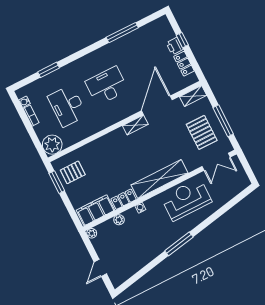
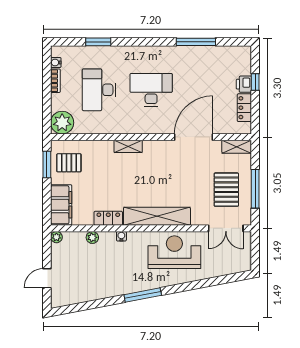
shelving: (135, 125) -> (128, 146), moved
filing cabinet: (95, 210) -> (61, 205), moved, turned 90

